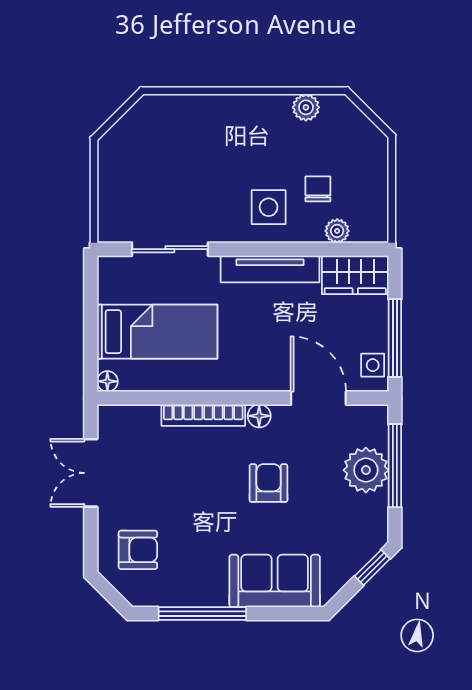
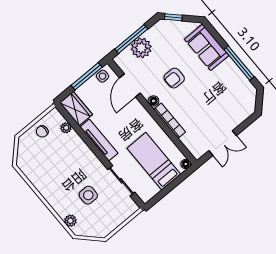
plant: (306, 107) -> (70, 221), moved
chair: (318, 189) -> (42, 131), moved
side table: (269, 207) -> (88, 195), moved
armchair: (138, 550) -> (236, 104), removed

